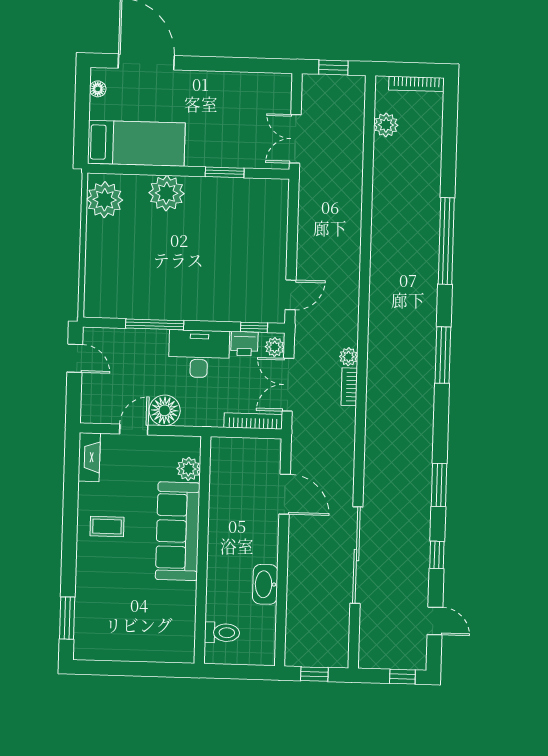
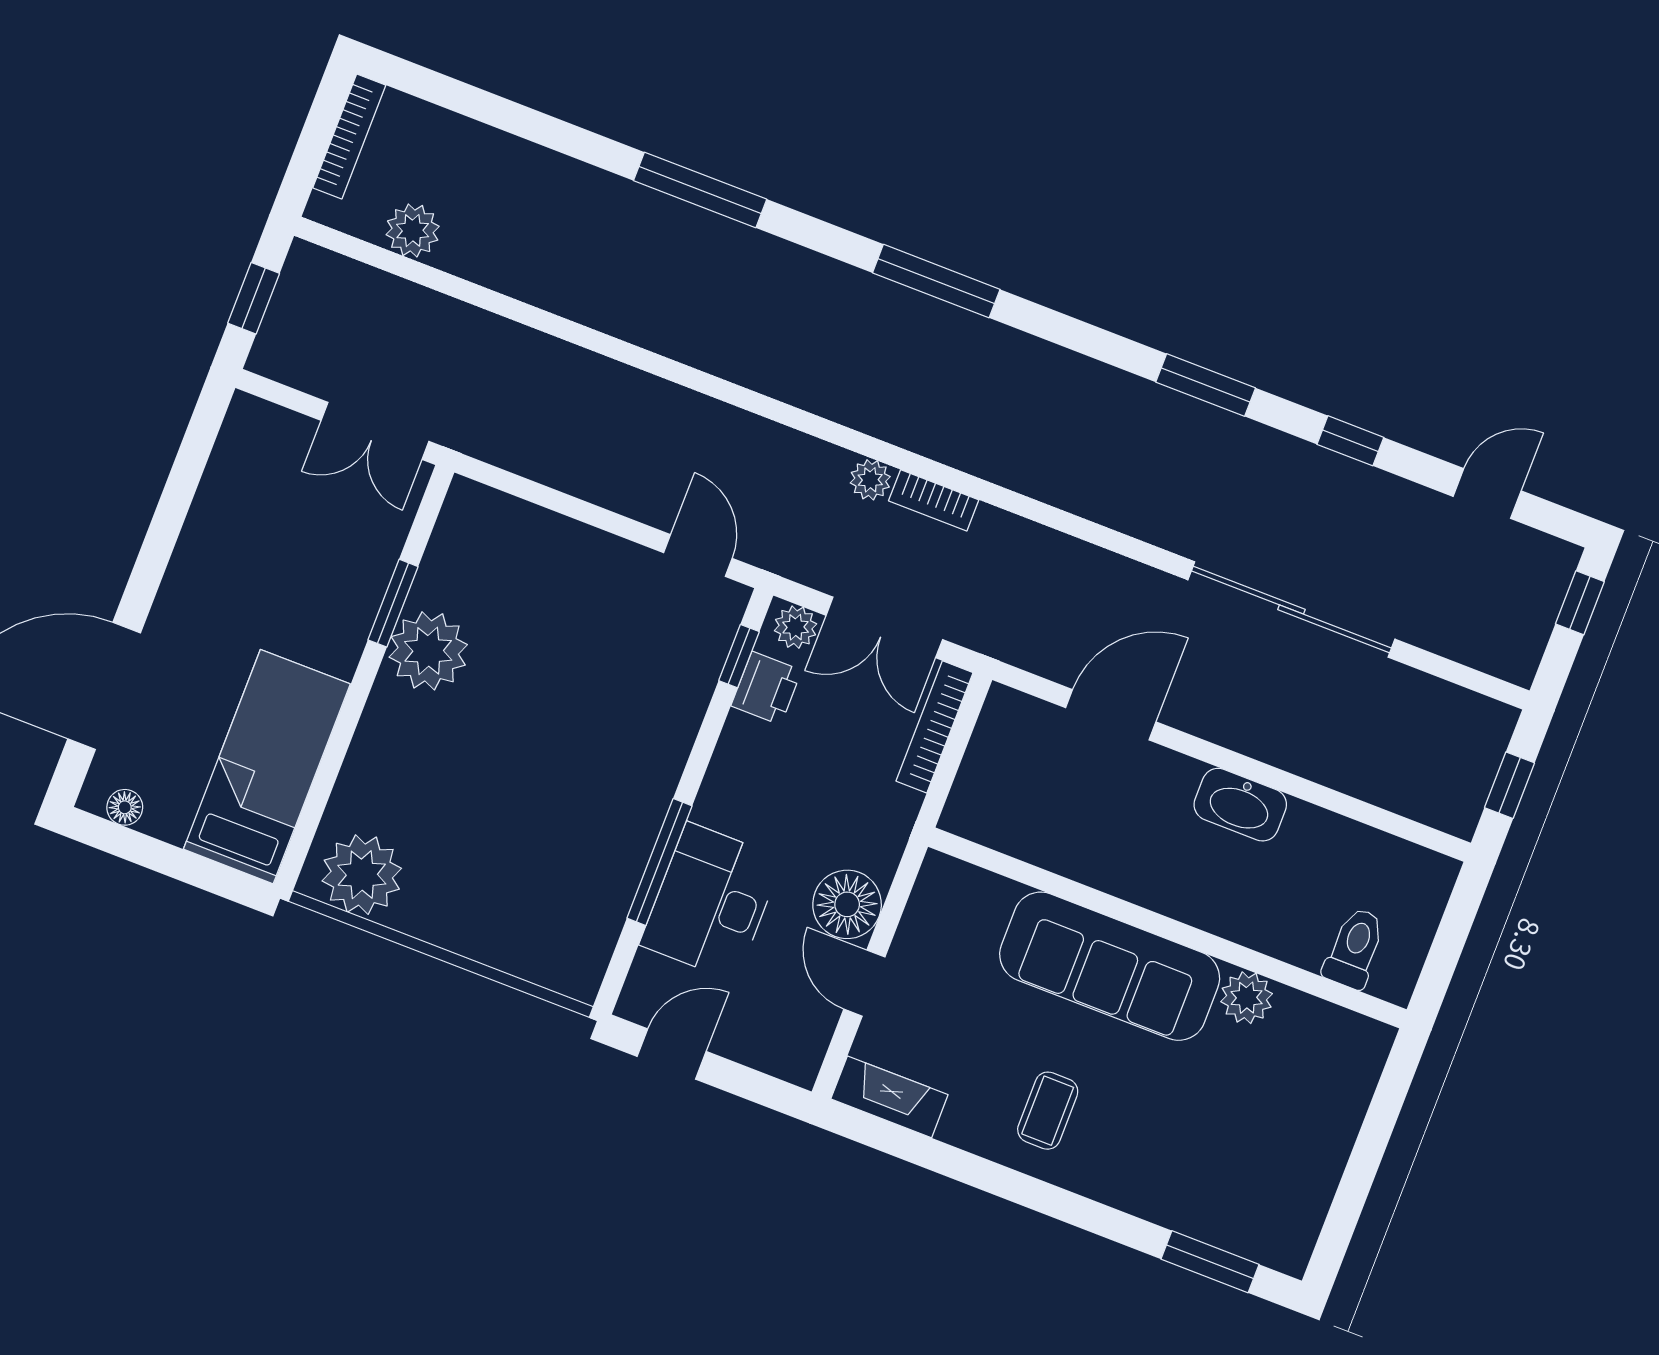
plant: (167, 193) -> (428, 651), moved
window: (446, 241) -> (700, 190), width x0.68
desk: (199, 354) -> (711, 902), moved
plant: (188, 469) -> (1247, 998), moved
washbasin: (265, 584) -> (1240, 805), moved

